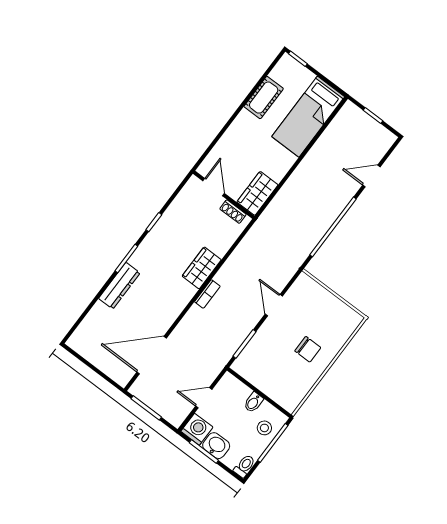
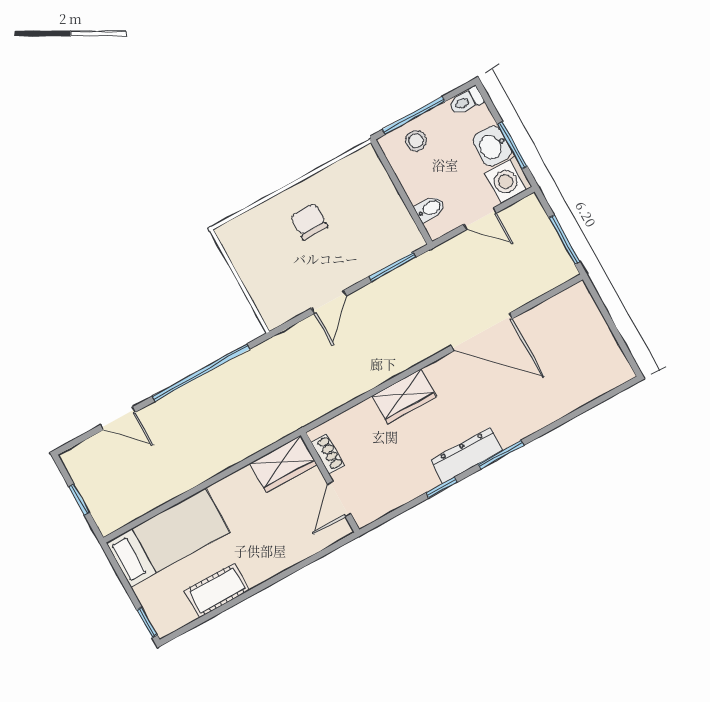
dresser: (119, 286) -> (467, 455), moved
bookcase: (207, 294) -> (412, 357), removed
door: (152, 355) -> (482, 332), moved
bidet: (253, 402) -> (430, 209), moved

